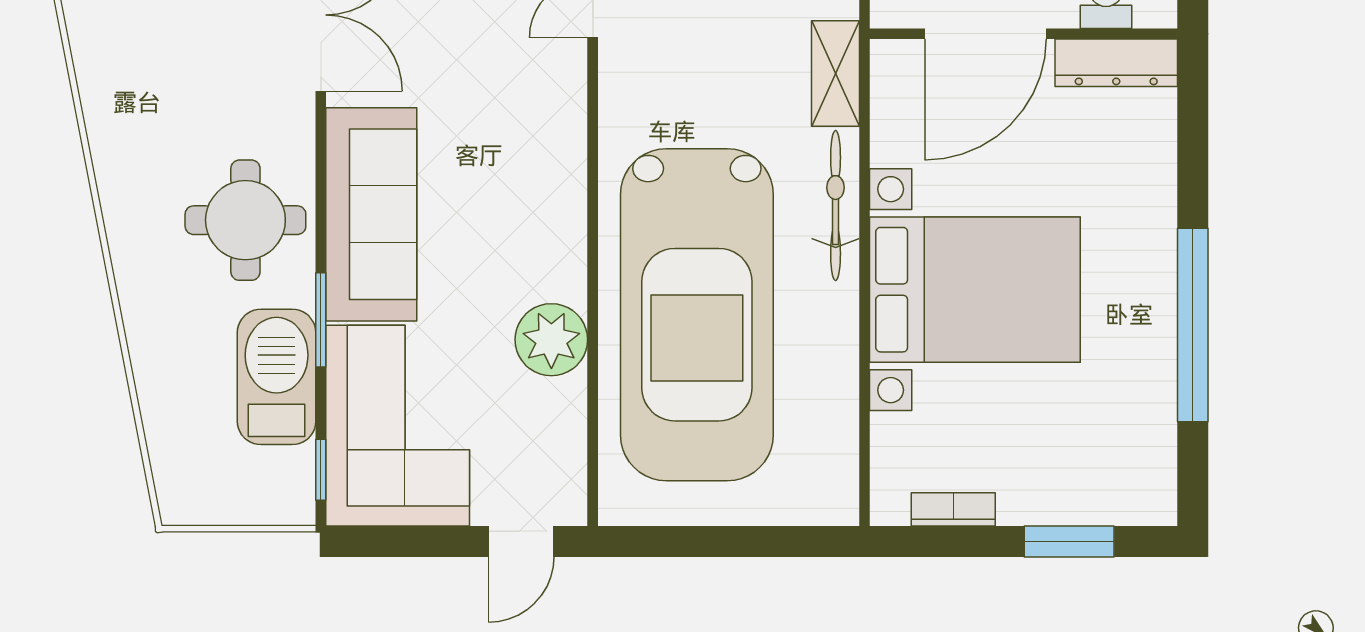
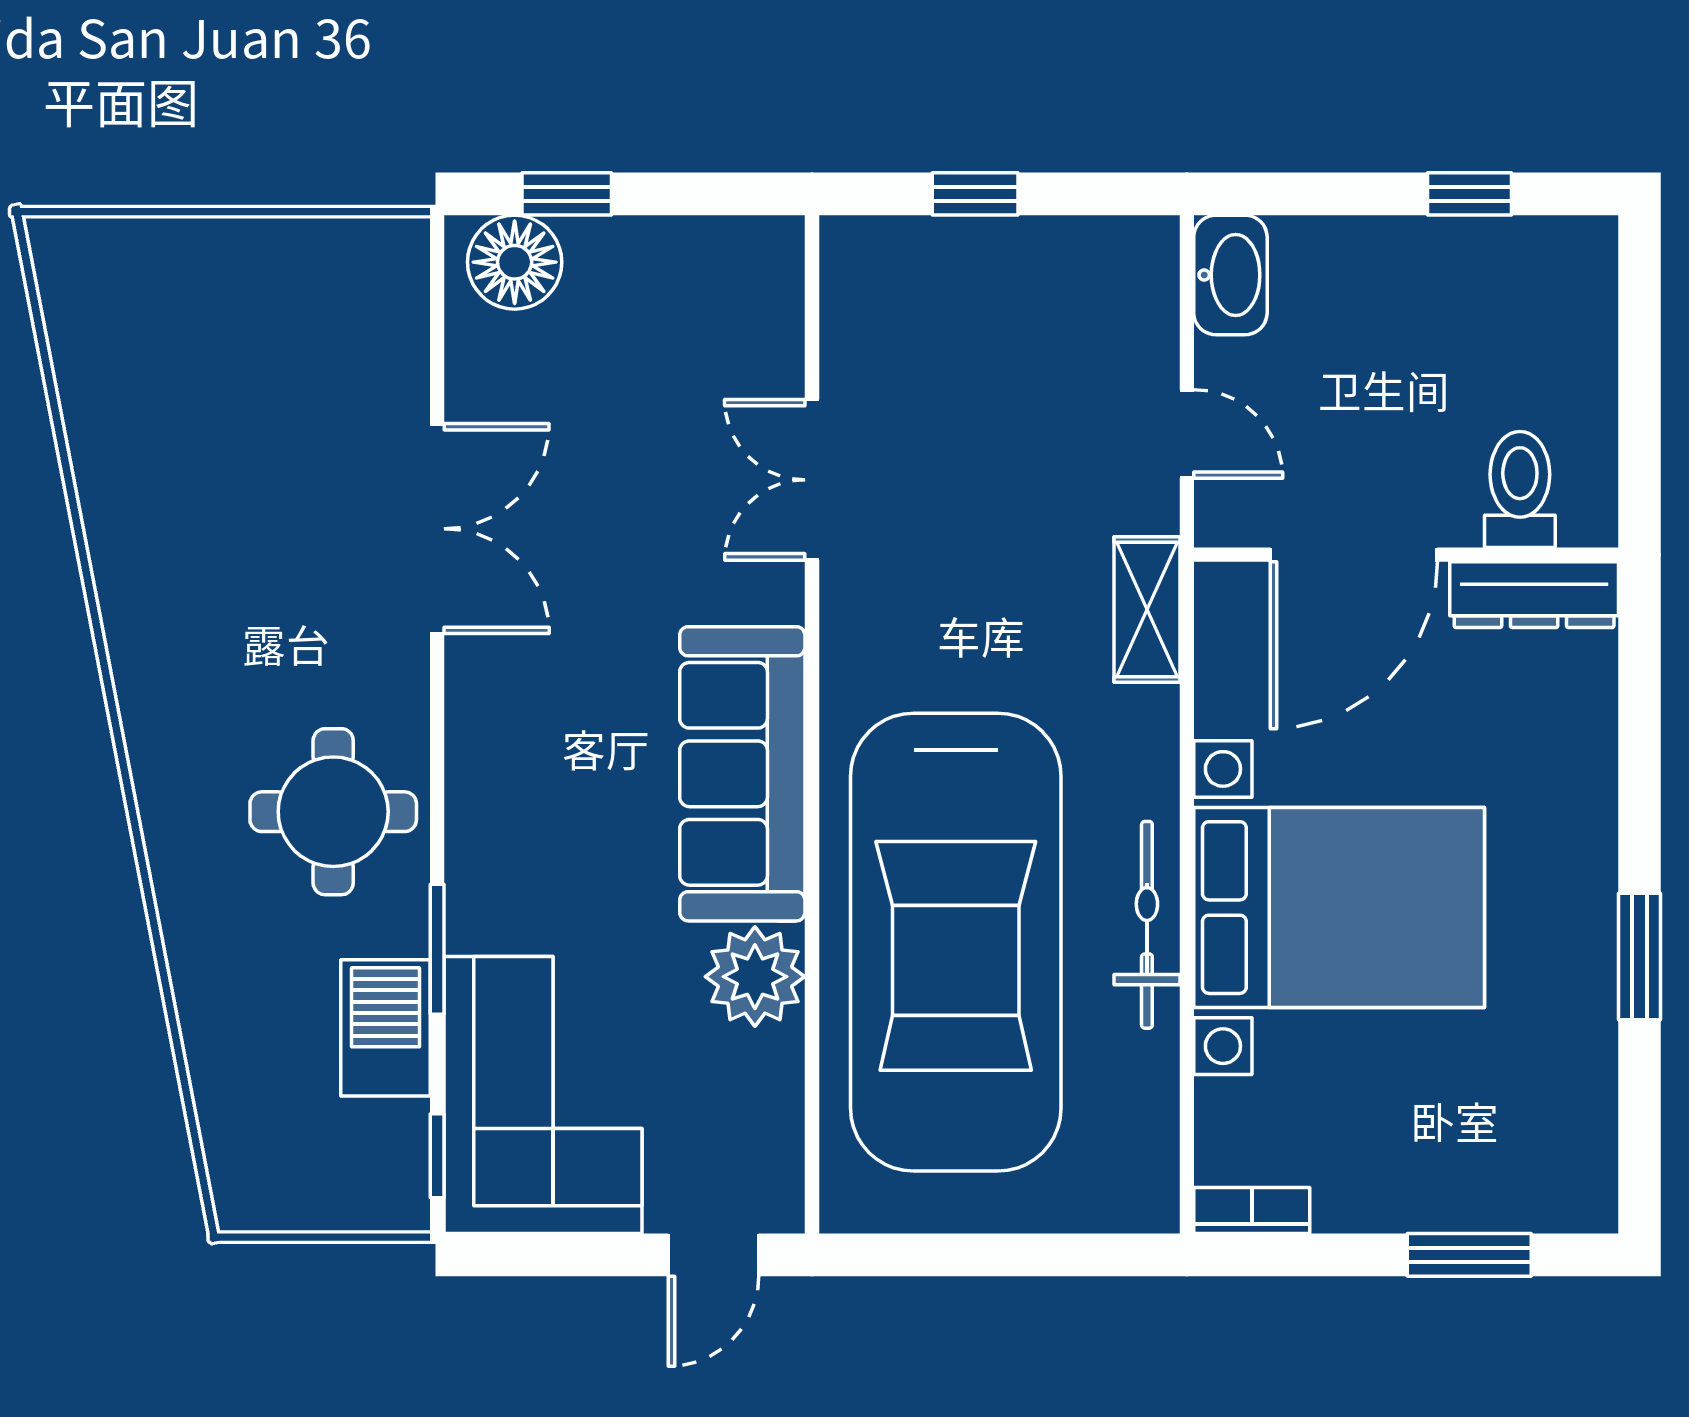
bicycle: (836, 206) -> (1147, 925), moved
sofa: (371, 214) -> (742, 774), moved, turned 180
window: (1193, 325) -> (1639, 956), width x0.47
barbecue: (277, 377) -> (385, 1028), width x0.73, depth x0.83
bookcase: (953, 509) -> (1252, 1210), moved

